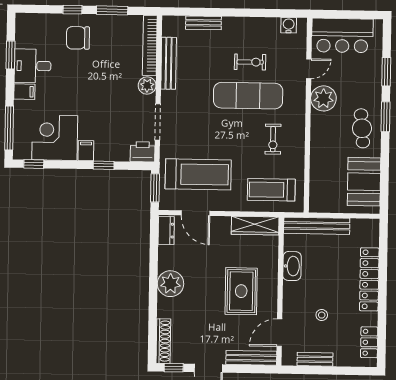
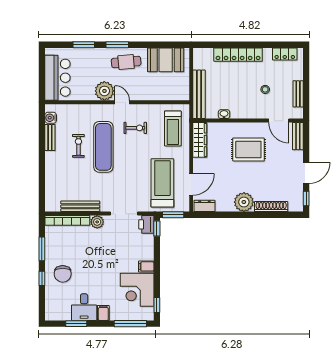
bench: (203, 23) -> (50, 138), moved
door: (309, 69) -> (122, 102), moved
window: (104, 165) -> (157, 229), moved
washbasin: (292, 266) -> (224, 114), width x0.52, depth x0.69
shoe rack: (163, 341) -> (271, 207), moved
bench: (251, 358) -> (298, 136), width x0.73

